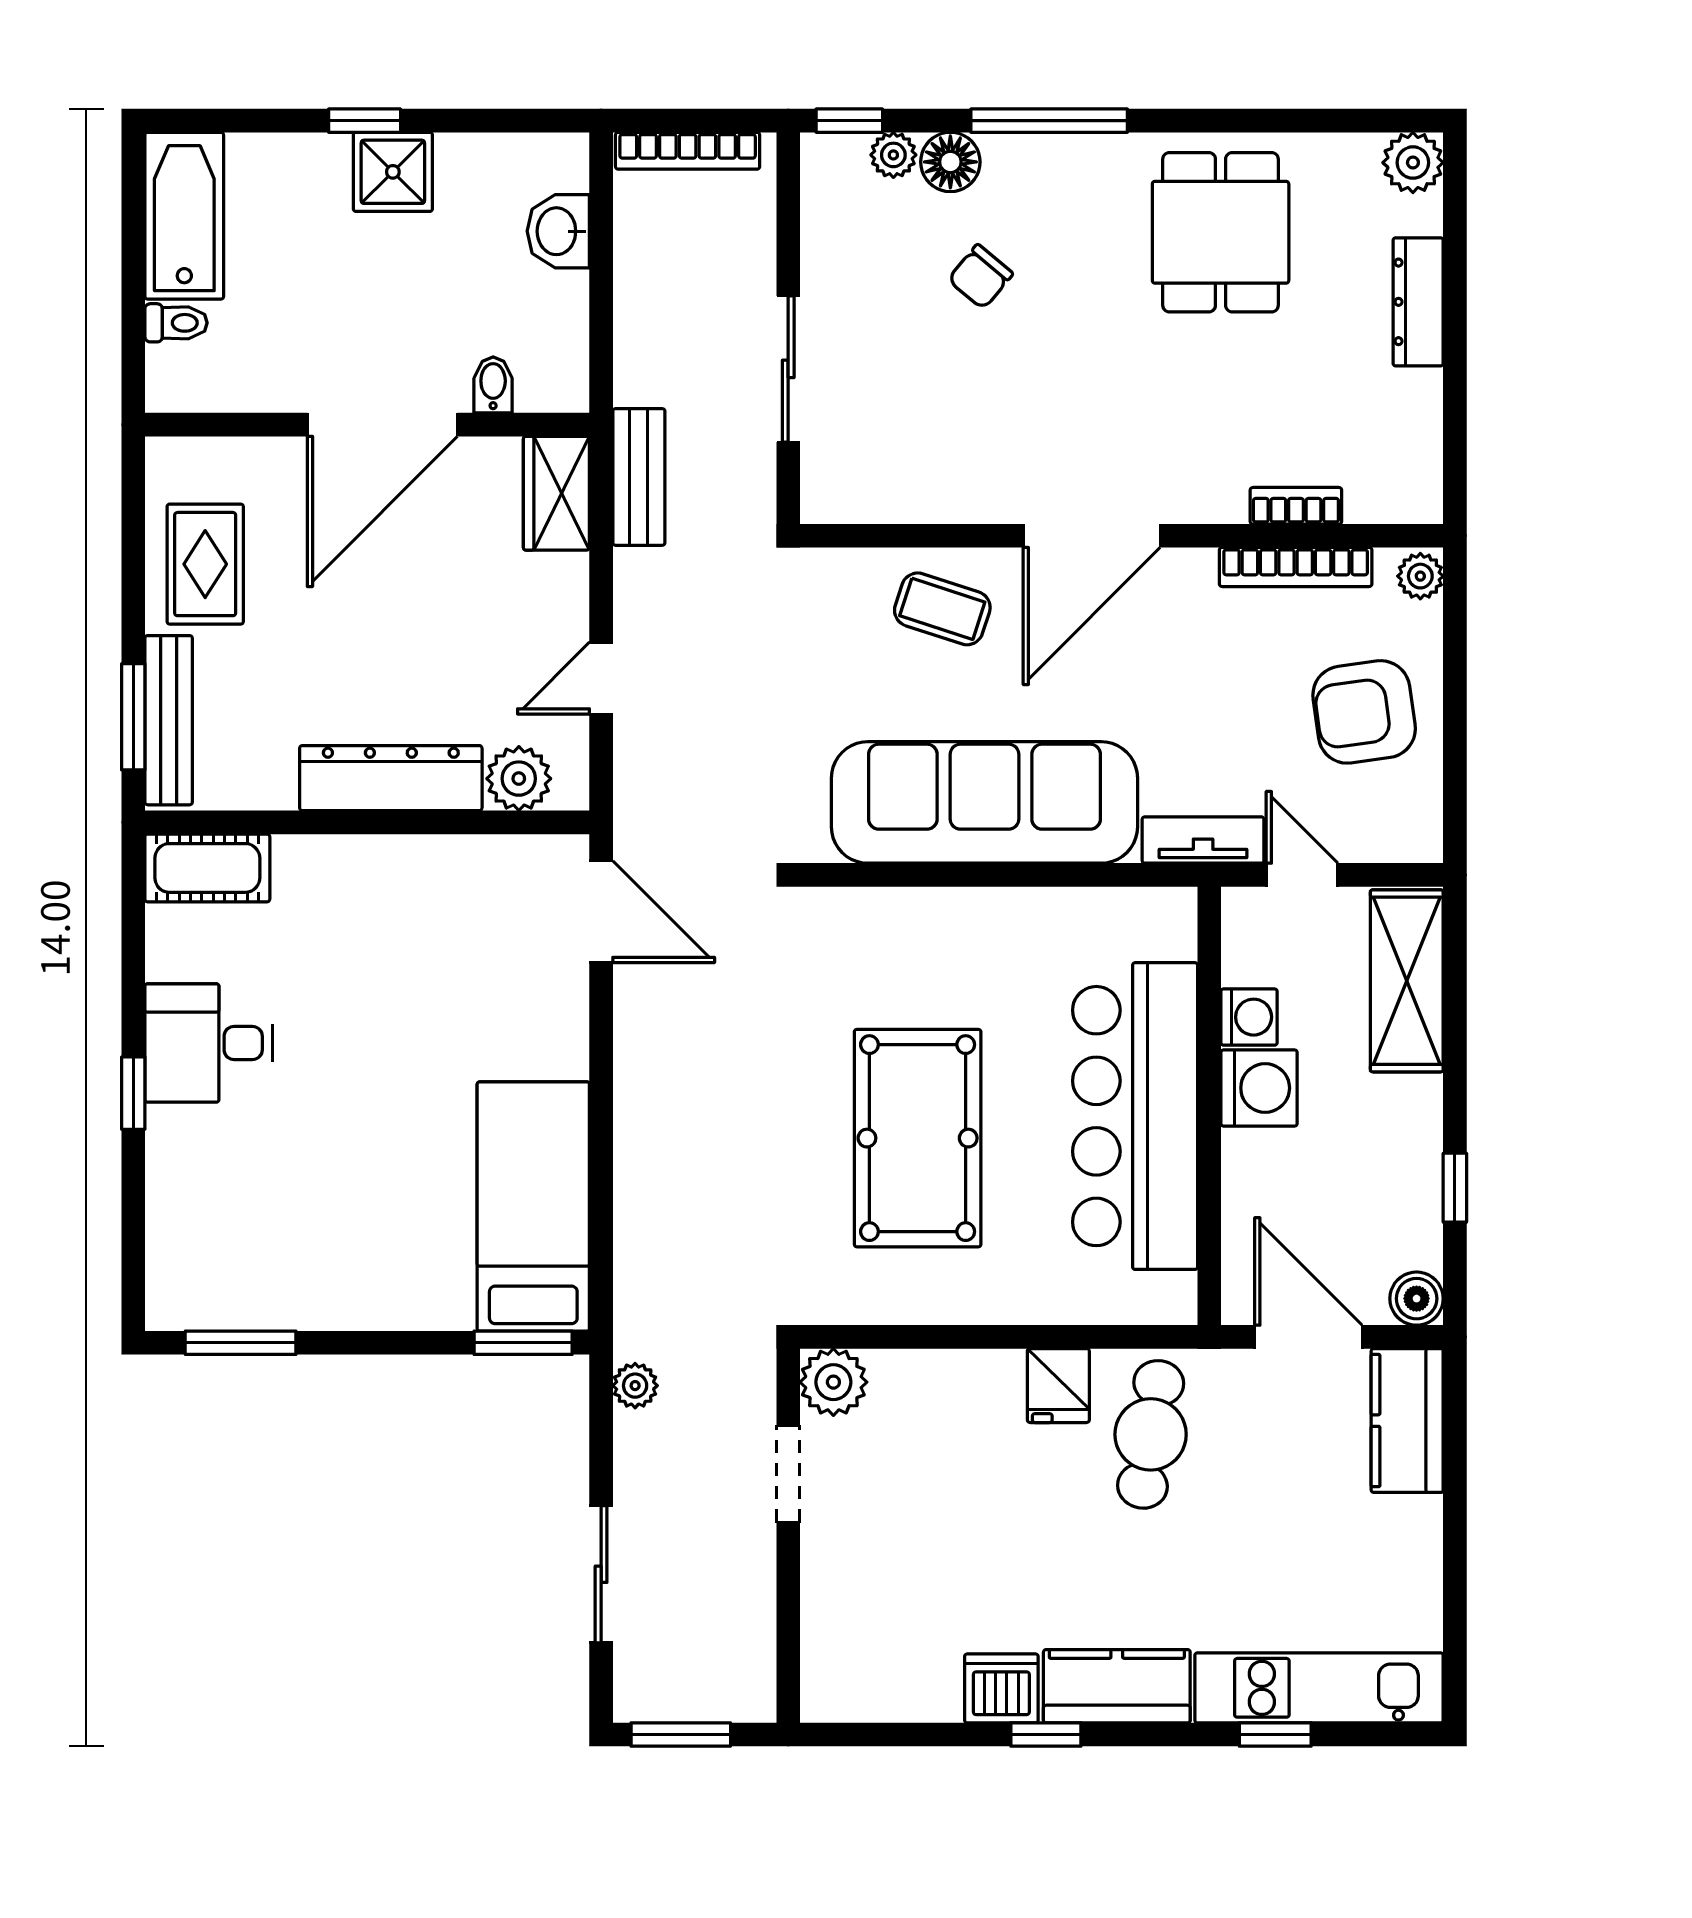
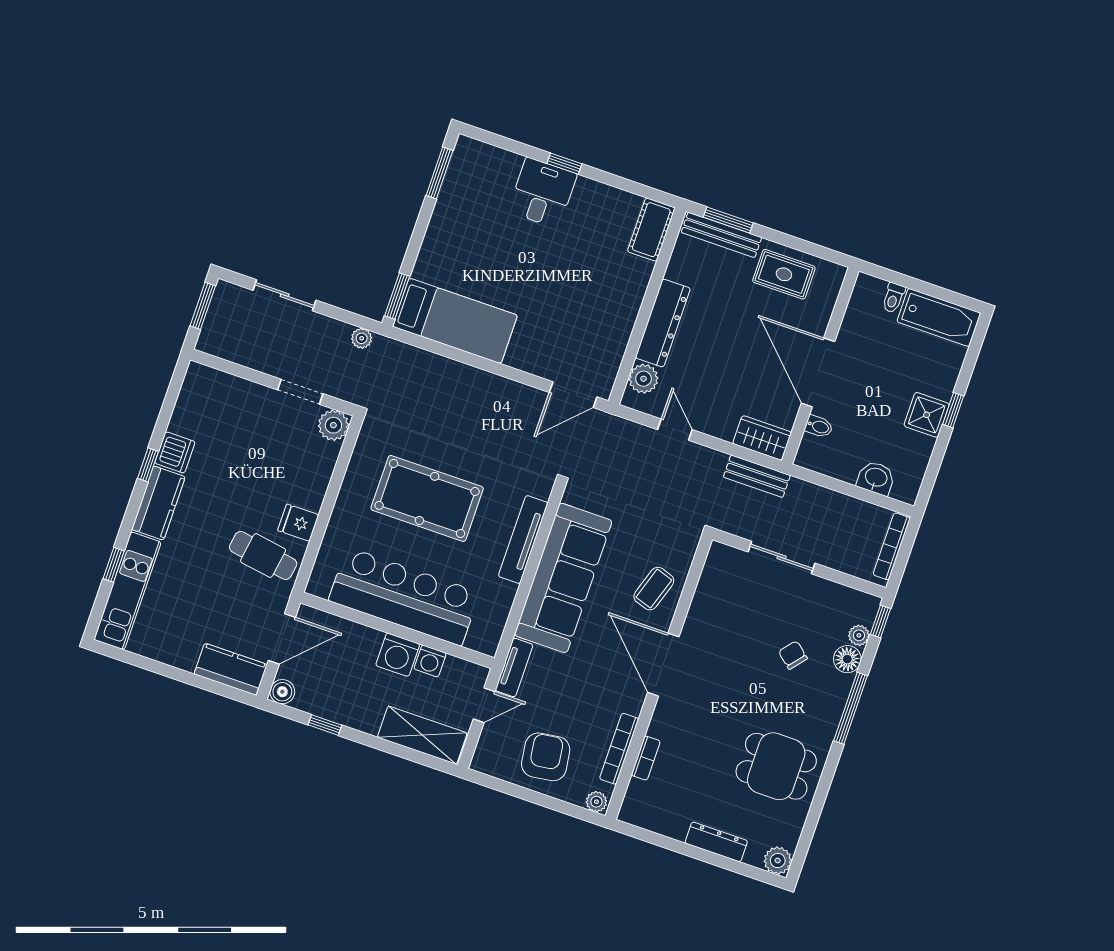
tv unit: (934, 912) -> (523, 540), added
desk: (209, 1043) -> (542, 193), moved

